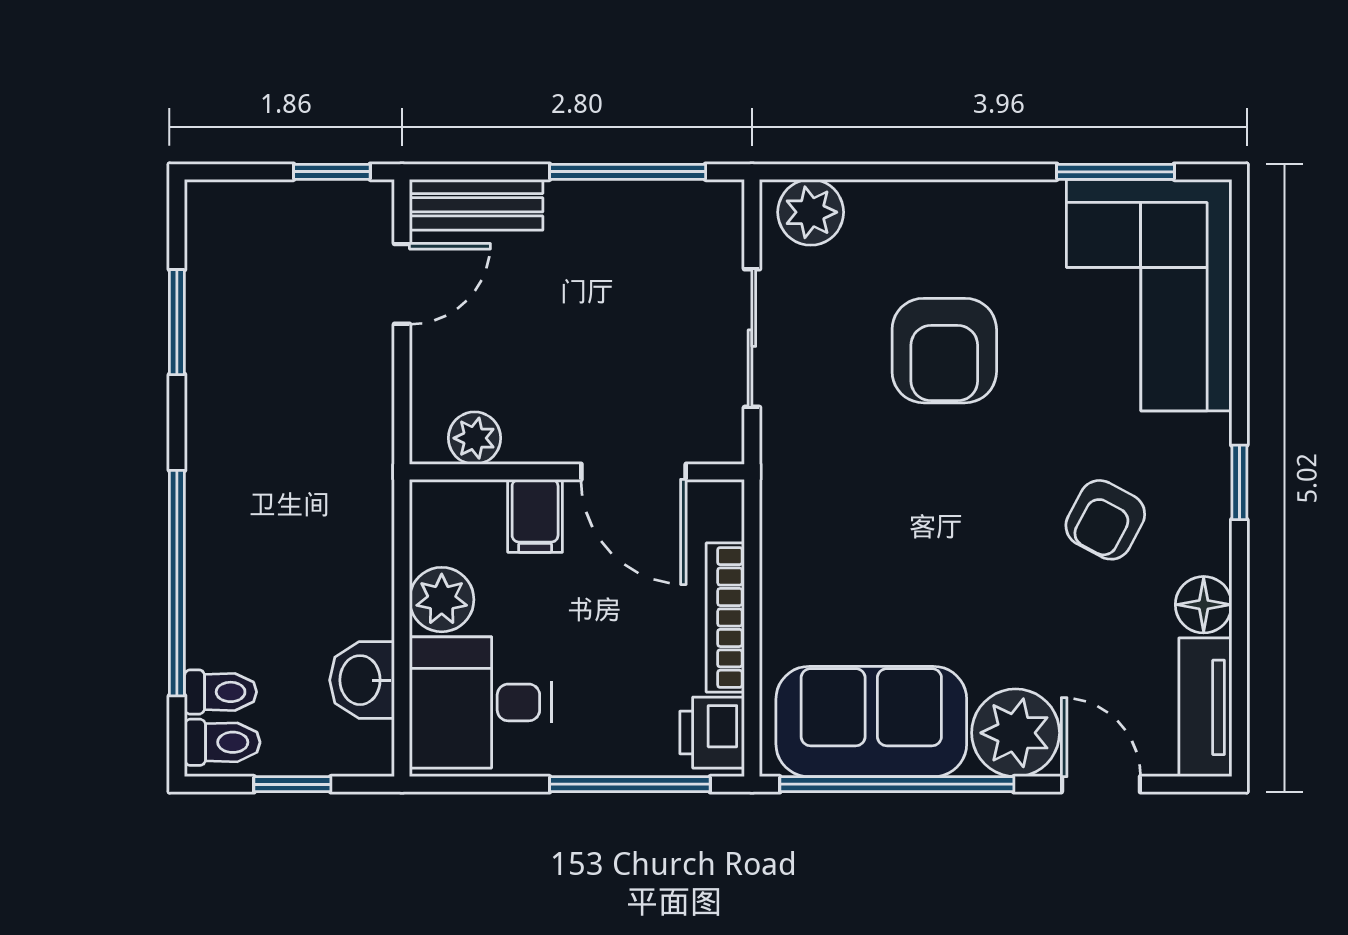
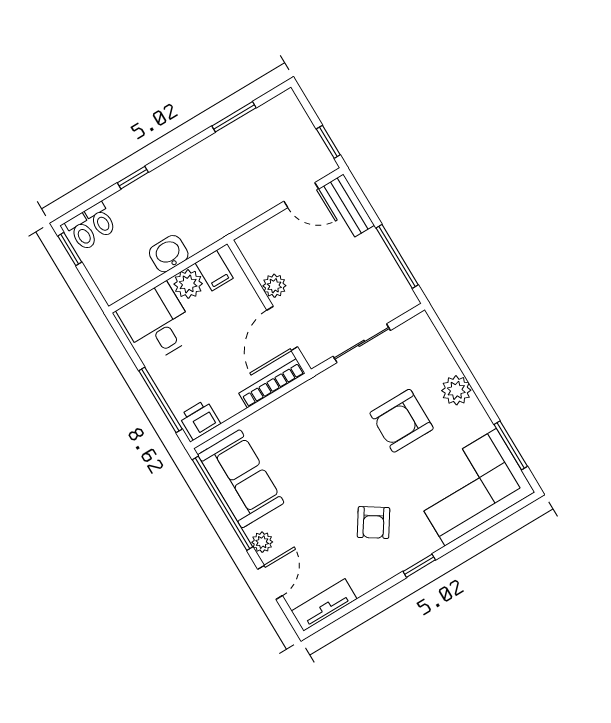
plant: (811, 212) -> (456, 390), moved
plant: (474, 438) -> (274, 286), moved
filing cabinet: (535, 516) -> (214, 271), moved, turned -90
armchair: (1105, 520) -> (374, 523), turned -85
window: (177, 583) -> (133, 178), width x0.32
floor lamp: (1204, 605) -> (364, 580), removed
bookcase: (725, 617) -> (272, 383), moved
washbasin: (362, 680) -> (169, 254), moved
plant: (1016, 733) -> (262, 542), width x0.53, depth x0.53
window: (292, 784) -> (70, 249), moved

